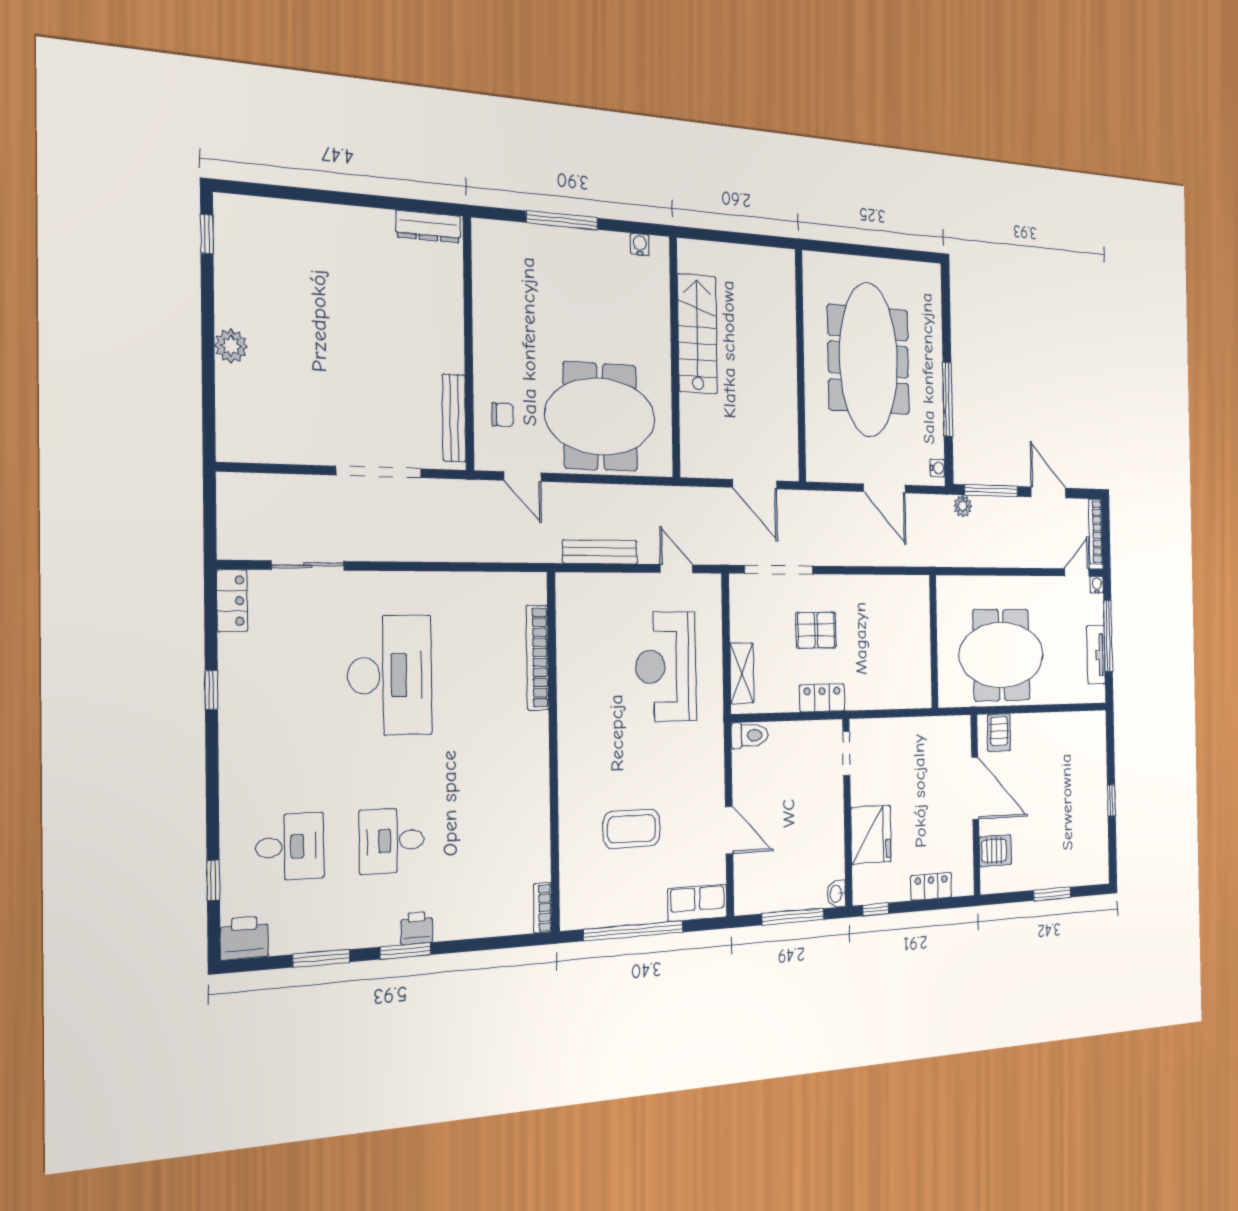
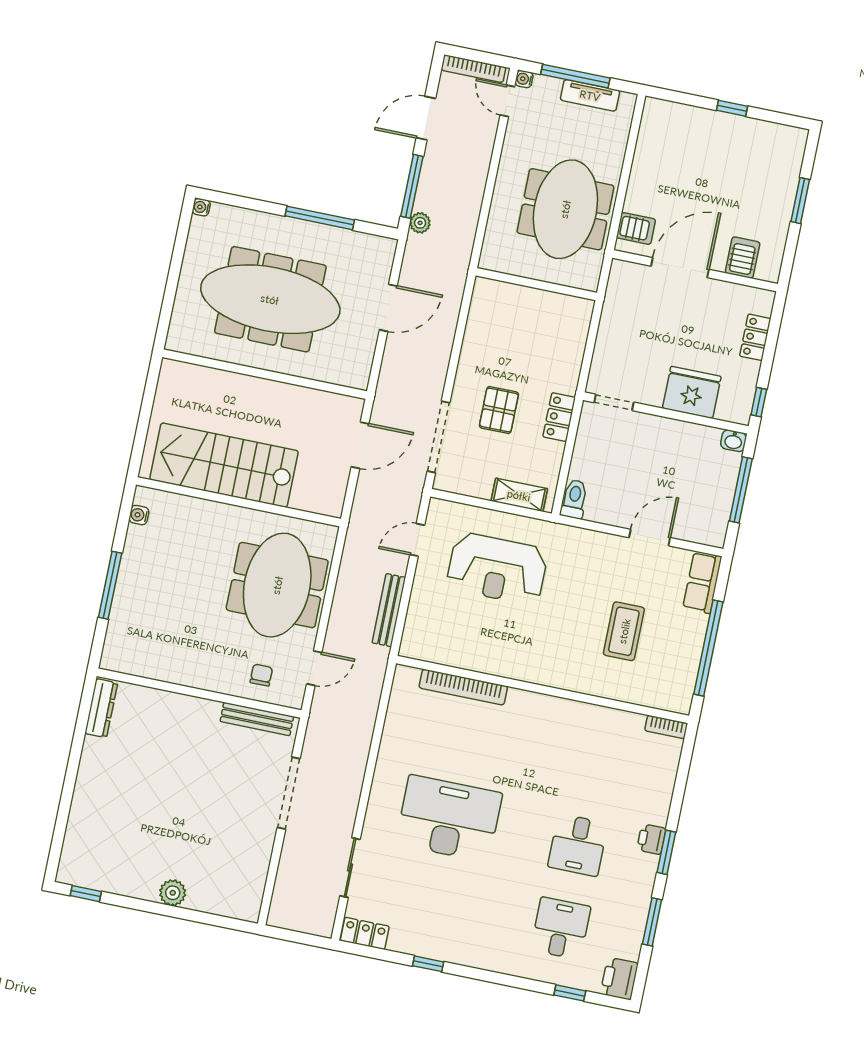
stairs: (697, 334) -> (224, 465), width x1.36, depth x1.51
water cooler: (937, 468) -> (201, 207), moved, turned -90

